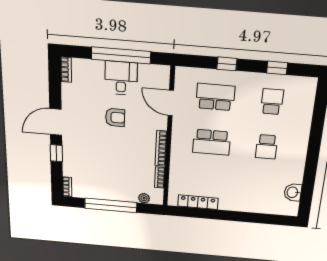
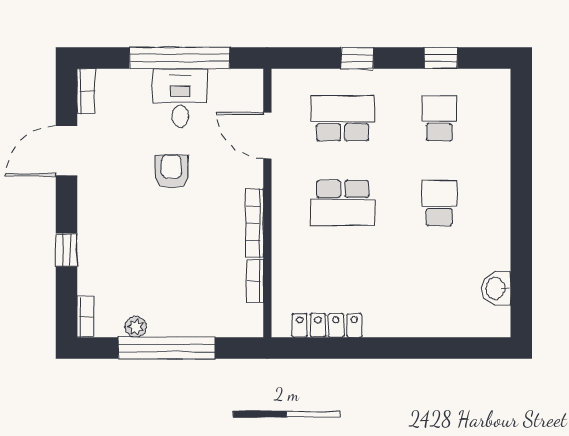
armchair: (115, 117) -> (172, 171), turned -90
door: (56, 122) -> (66, 151), moved
school desk: (266, 147) -> (439, 203), turned 180
plant: (144, 198) -> (136, 327), moved

